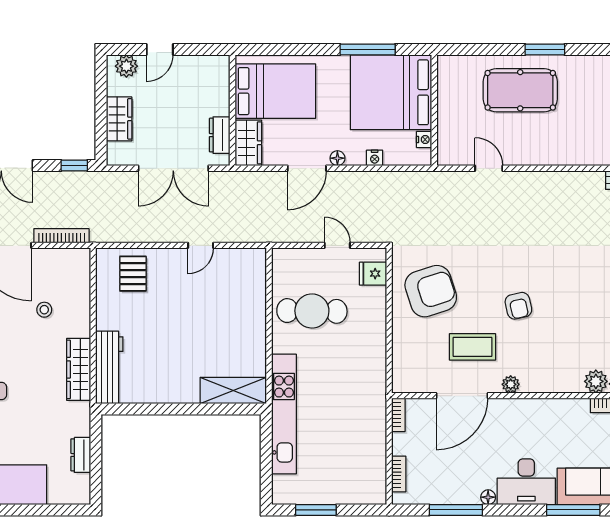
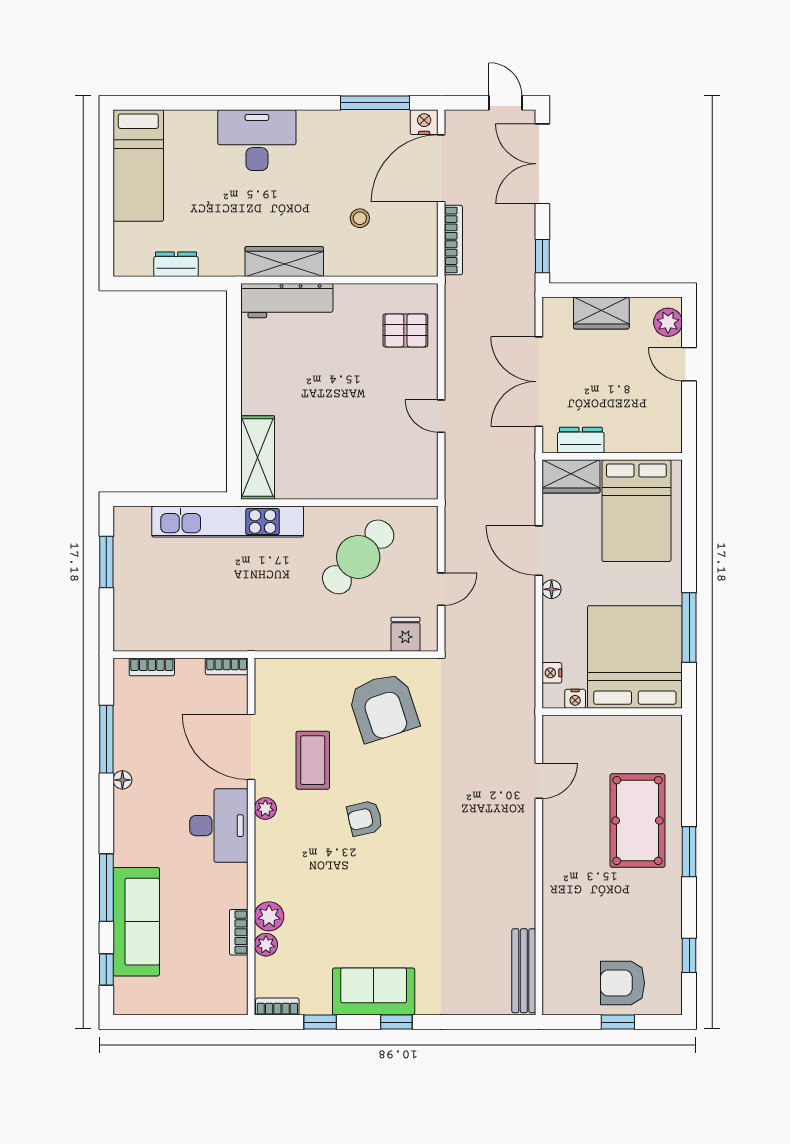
nightstand: (375, 158) -> (552, 673), moved
cafe table: (312, 311) -> (358, 557), turned 42
desk: (526, 482) -> (219, 826), moved, turned 180

